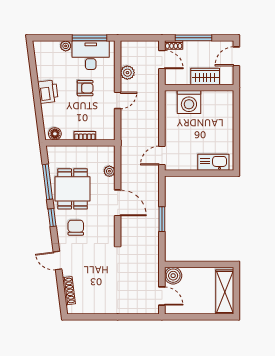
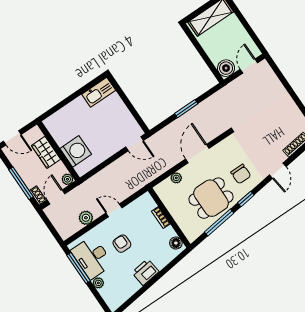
plant: (170, 79) -> (67, 179), added
kitchen sink: (213, 162) -> (99, 92), moved, turned -90
chair: (76, 228) -> (241, 174), turned -90

